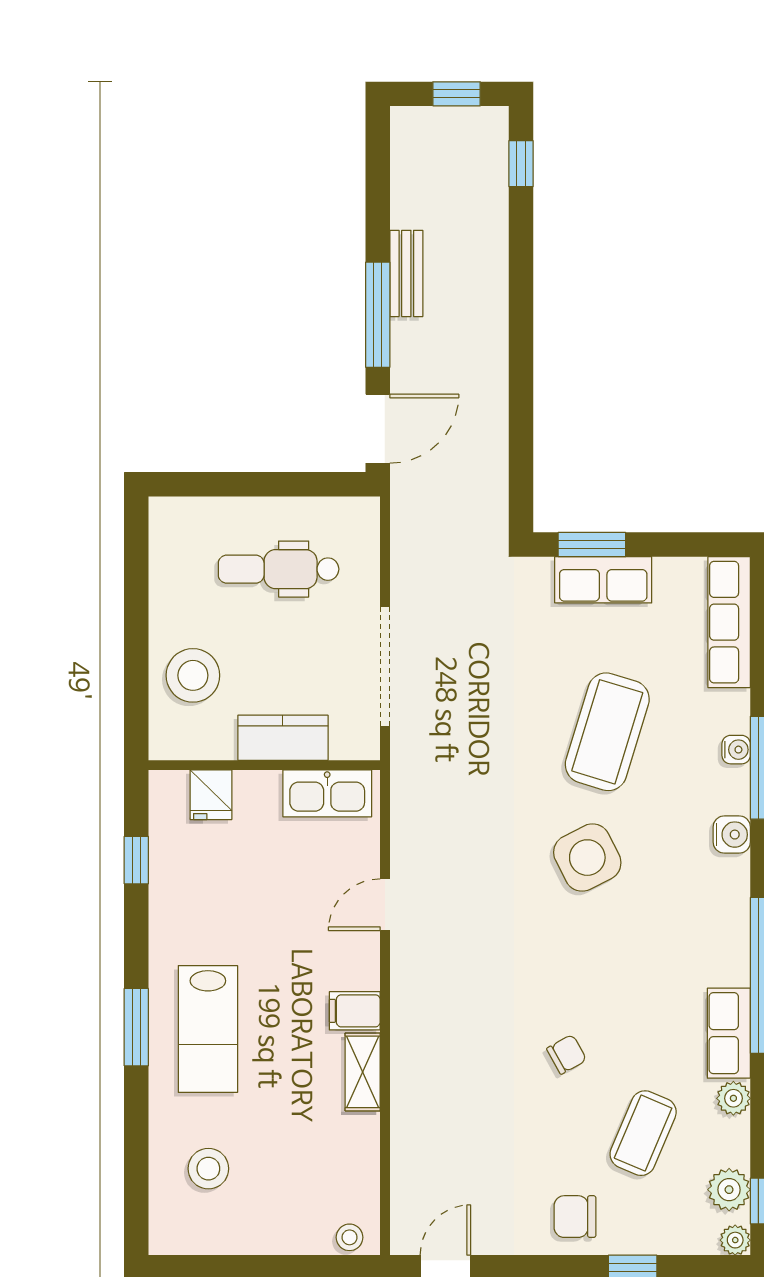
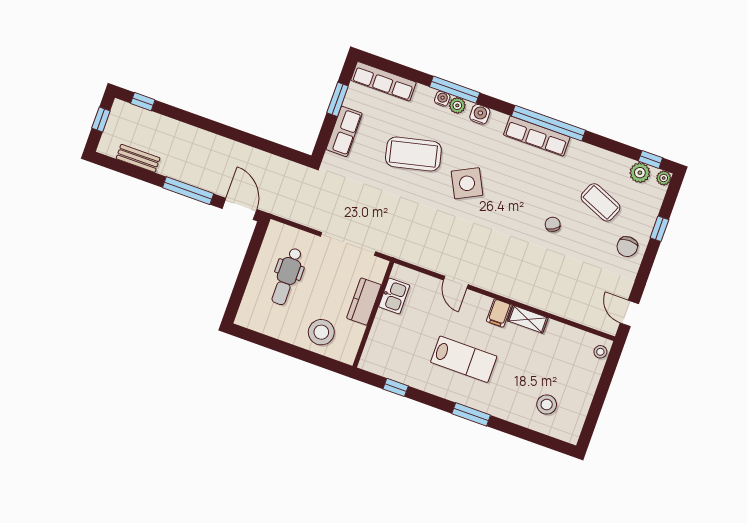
bench: (406, 273) -> (138, 158), moved
window: (592, 545) -> (338, 99), moved
coffee table: (607, 732) -> (413, 154), turned -30
kitchen sink: (327, 793) -> (394, 296), width x0.73
fridge: (211, 795) -> (378, 343), removed
lab bench: (208, 1029) -> (464, 359), moved
row of seats: (729, 1033) -> (537, 136), moved, width x1.48
plant: (733, 1098) -> (457, 105), moved

